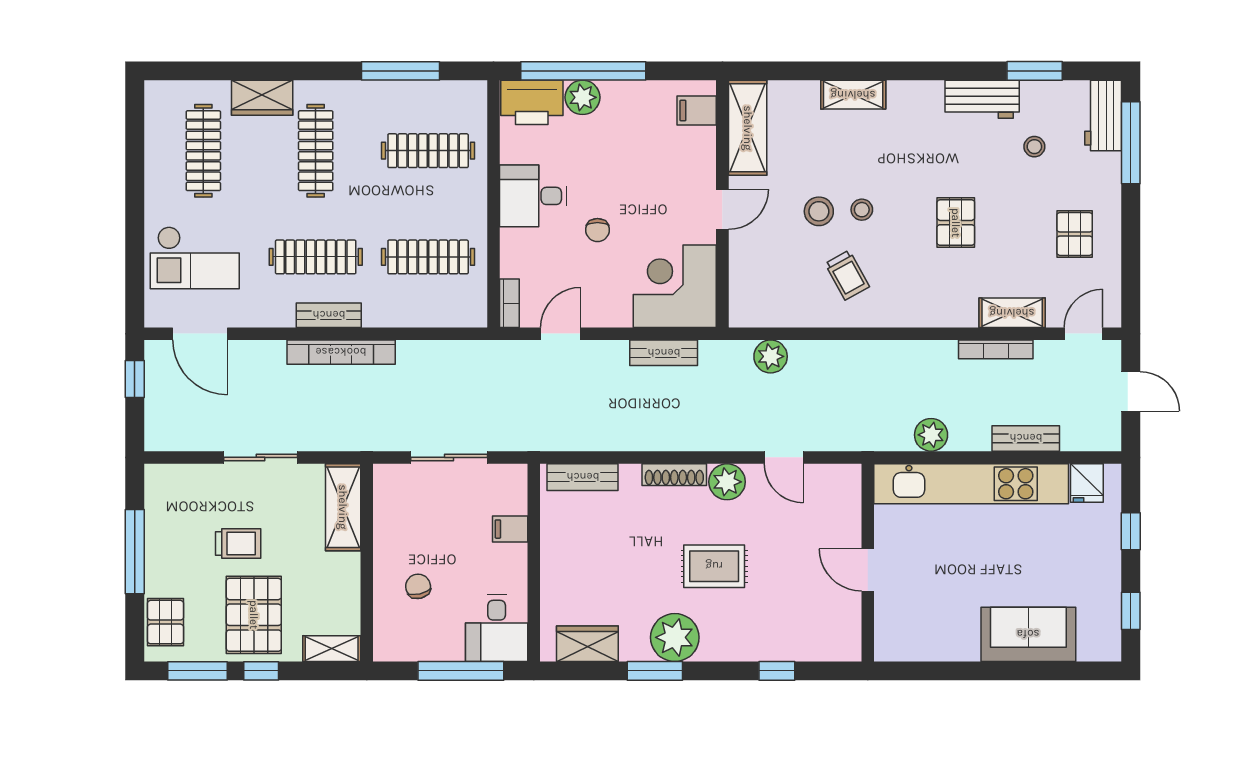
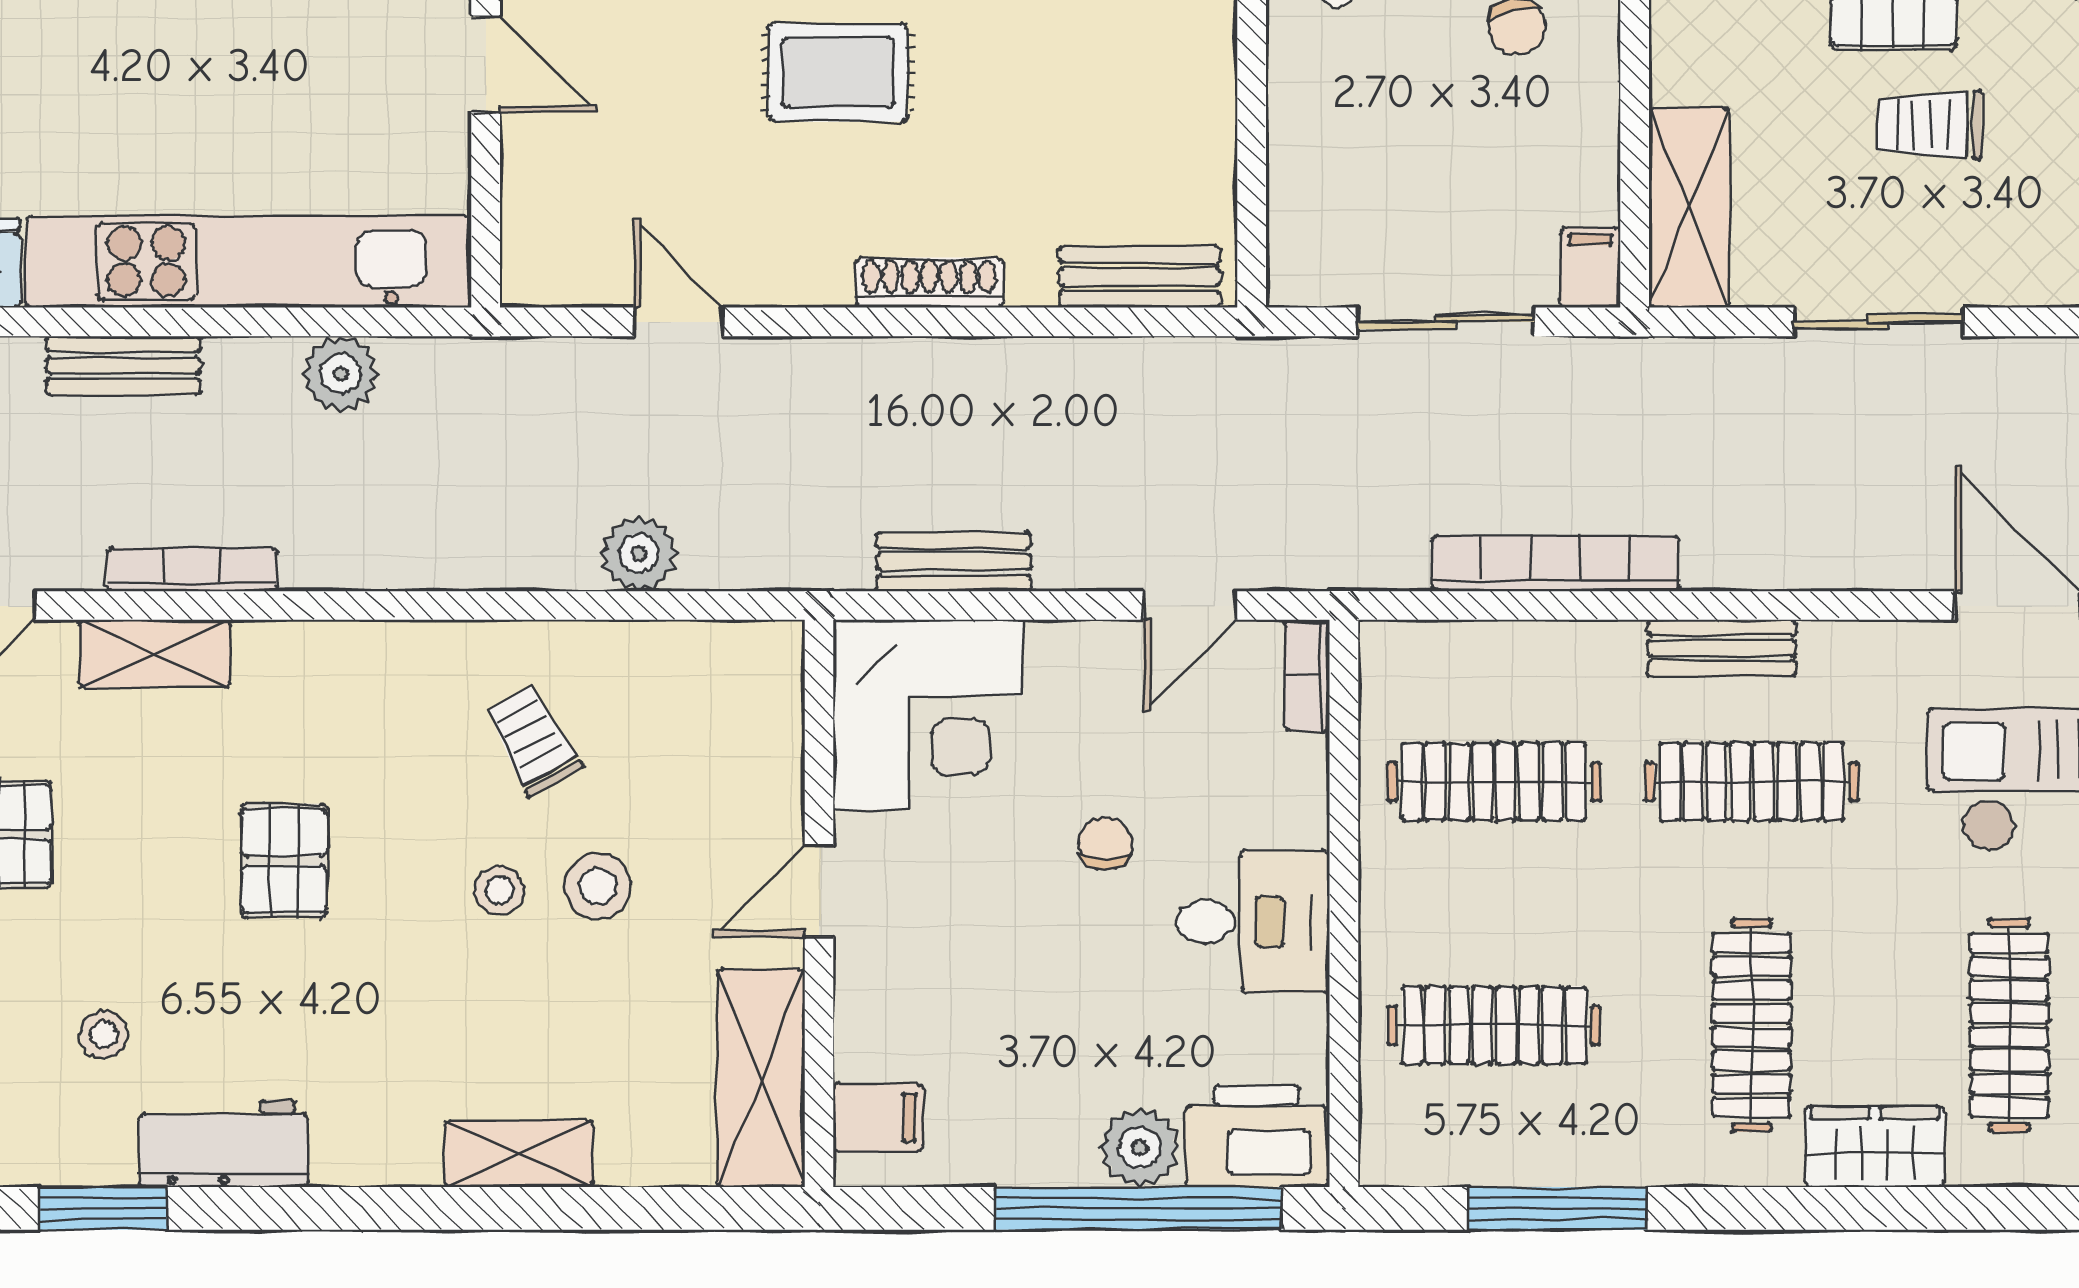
bookcase: (341, 352) -> (1555, 563), moved
plant: (771, 356) -> (639, 553), moved
plant: (727, 482) -> (808, 266), removed
filing cabinet: (510, 529) -> (1590, 268), moved, turned -90

